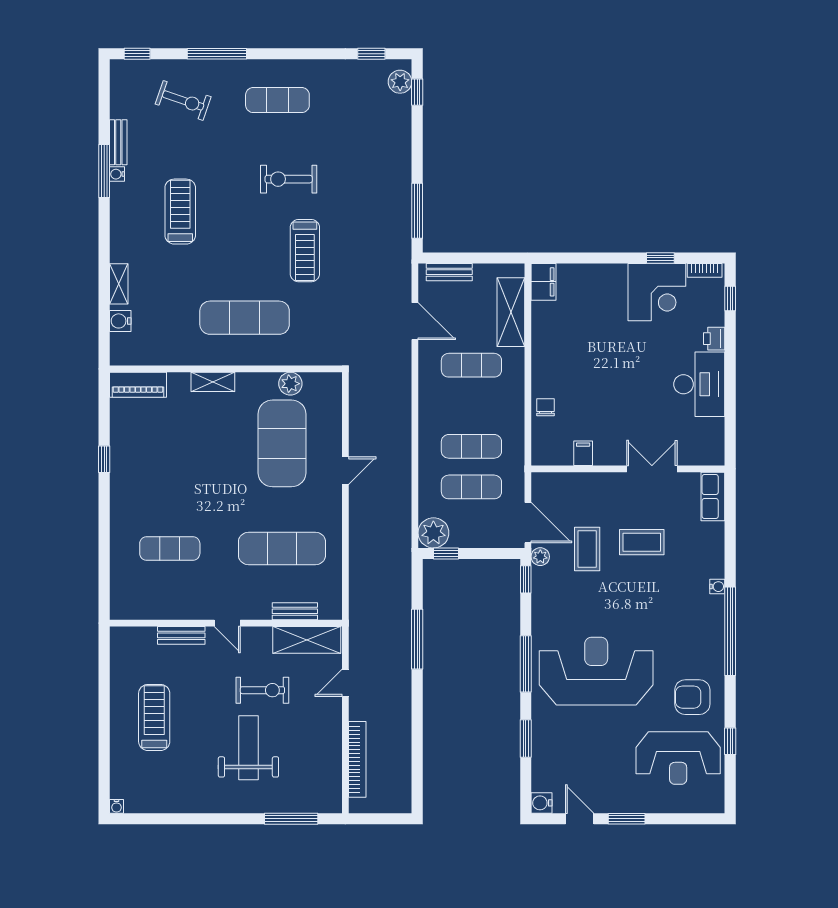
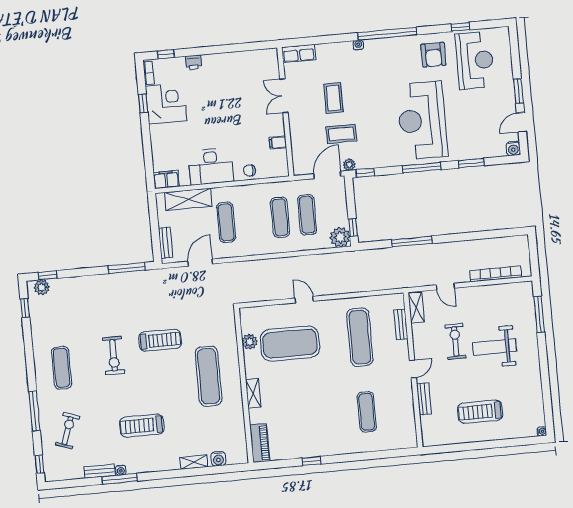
desk: (699, 384) -> (211, 166), moved, turned 180
shelving: (307, 640) -> (416, 308), width x0.67, depth x0.75

